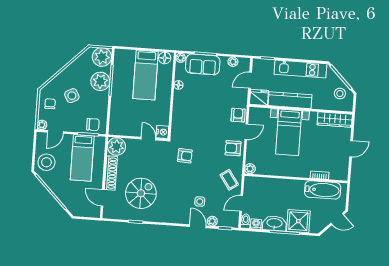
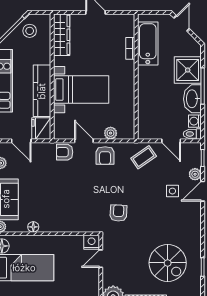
plant: (250, 169) -> (111, 133), moved
spiral stairs: (141, 193) -> (168, 263), turned 180

